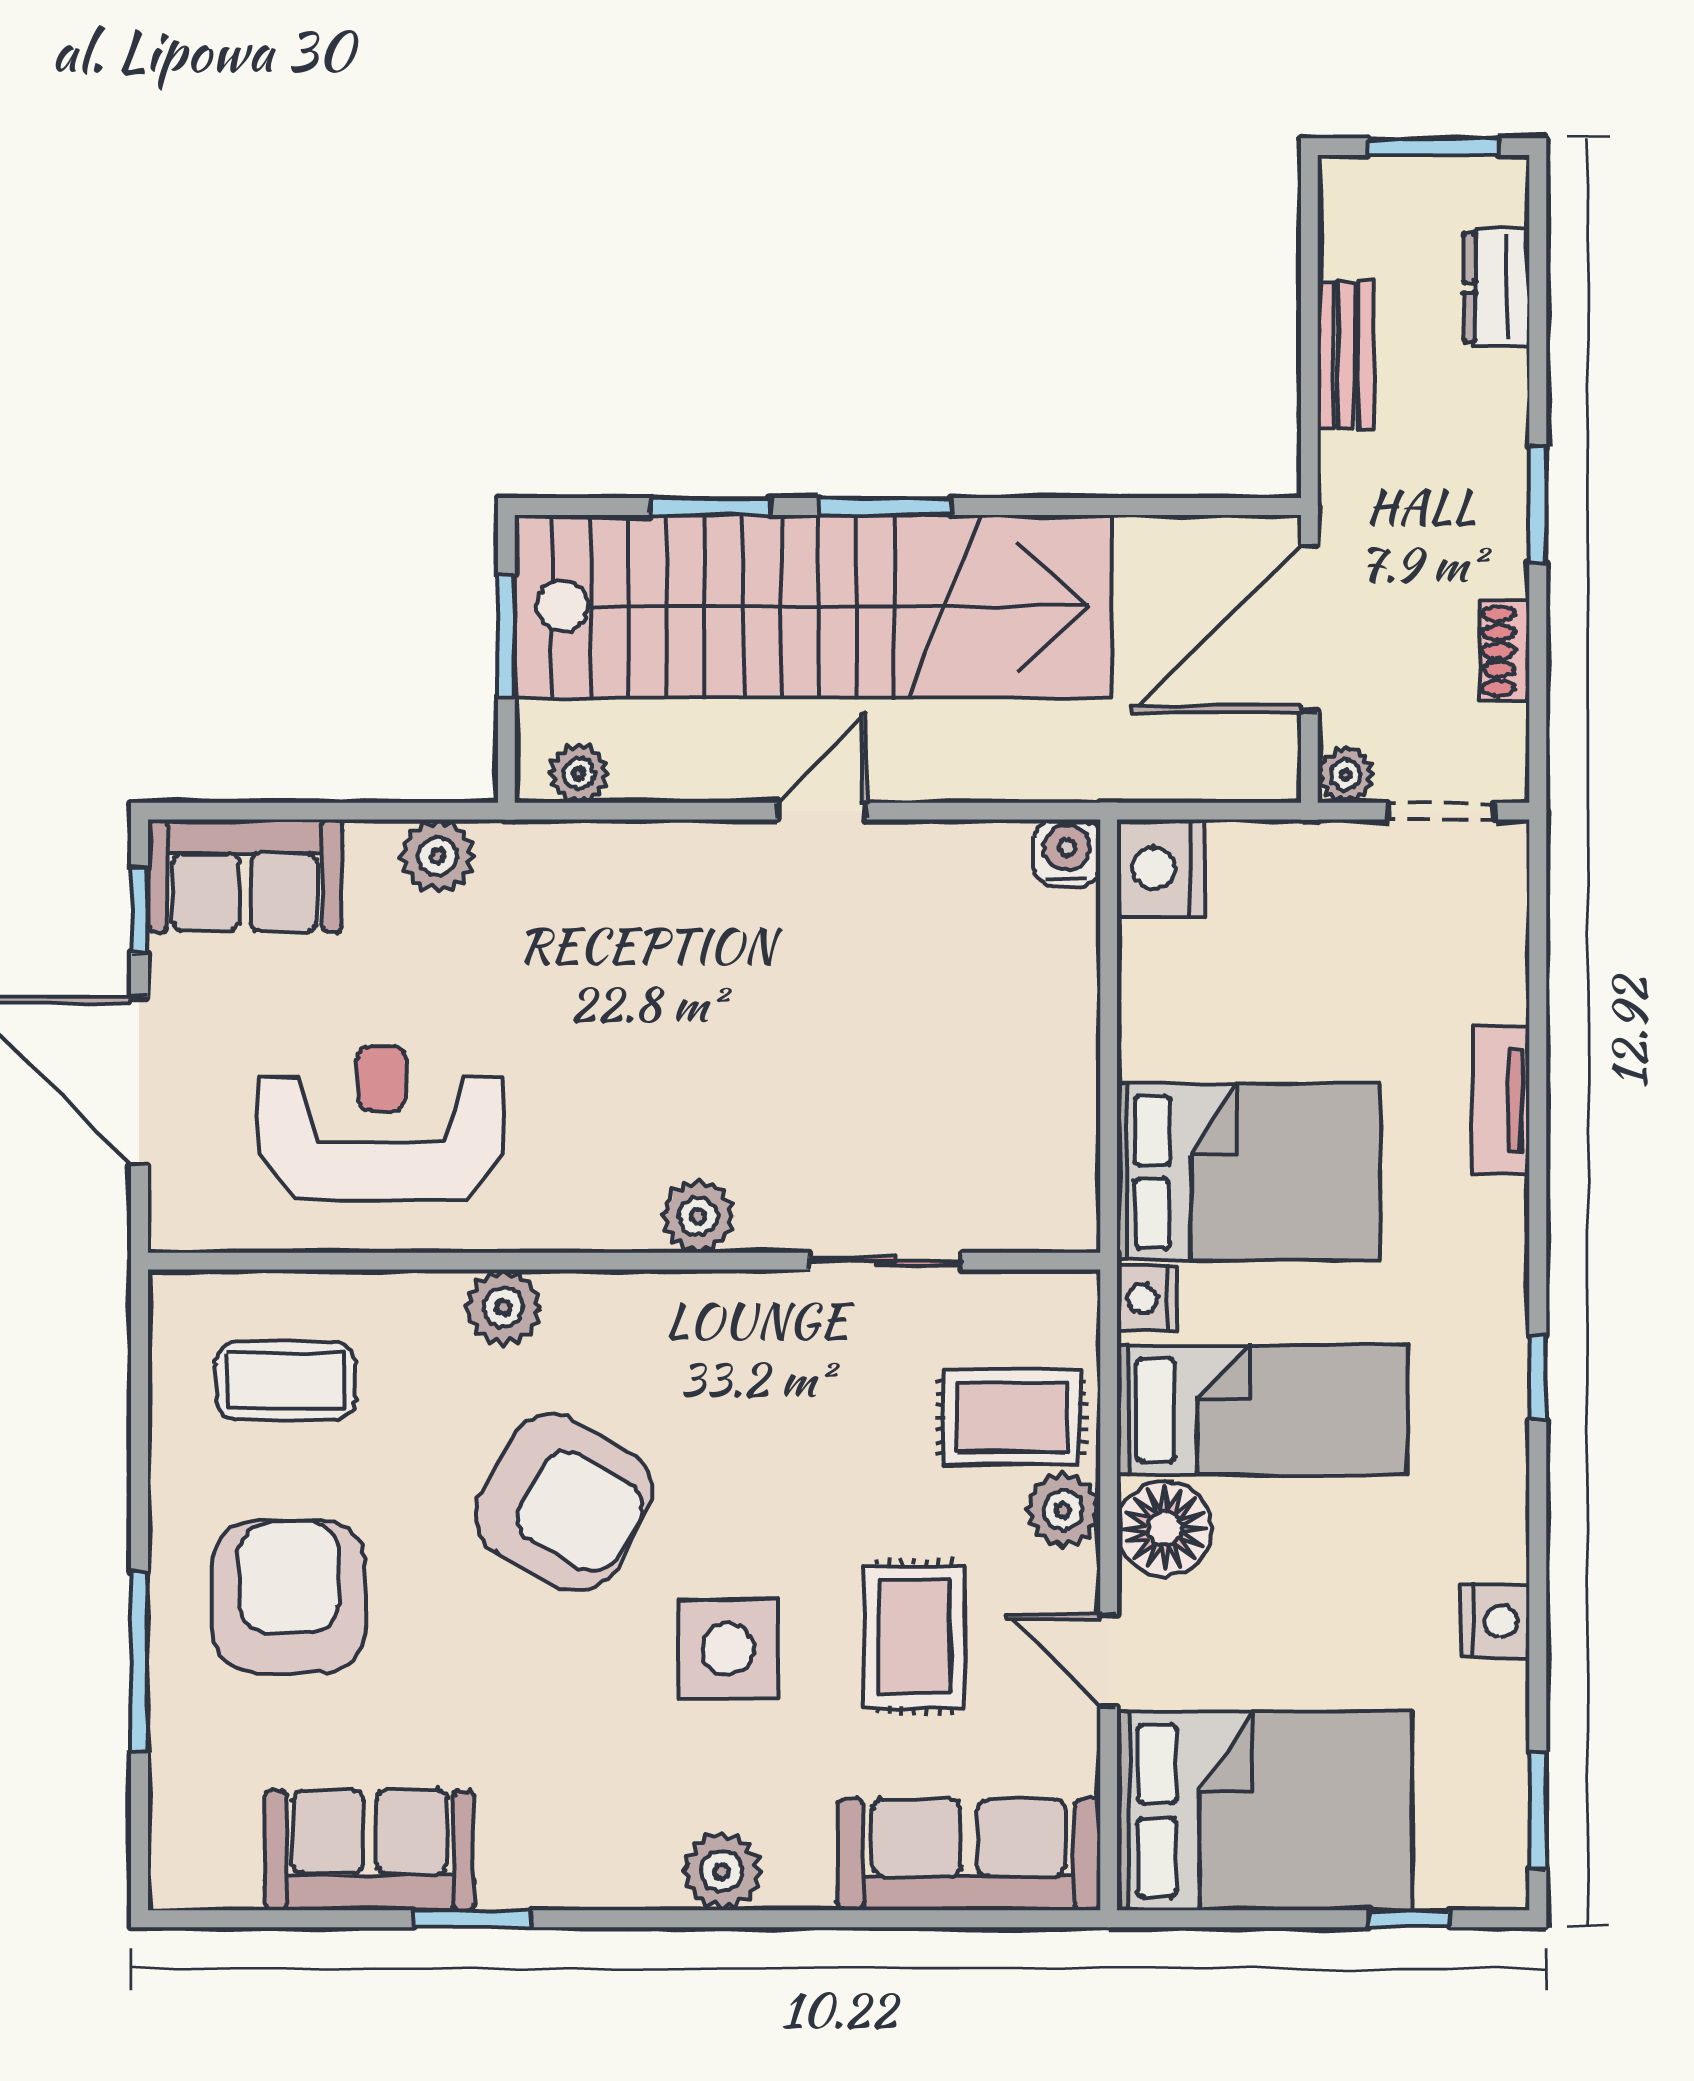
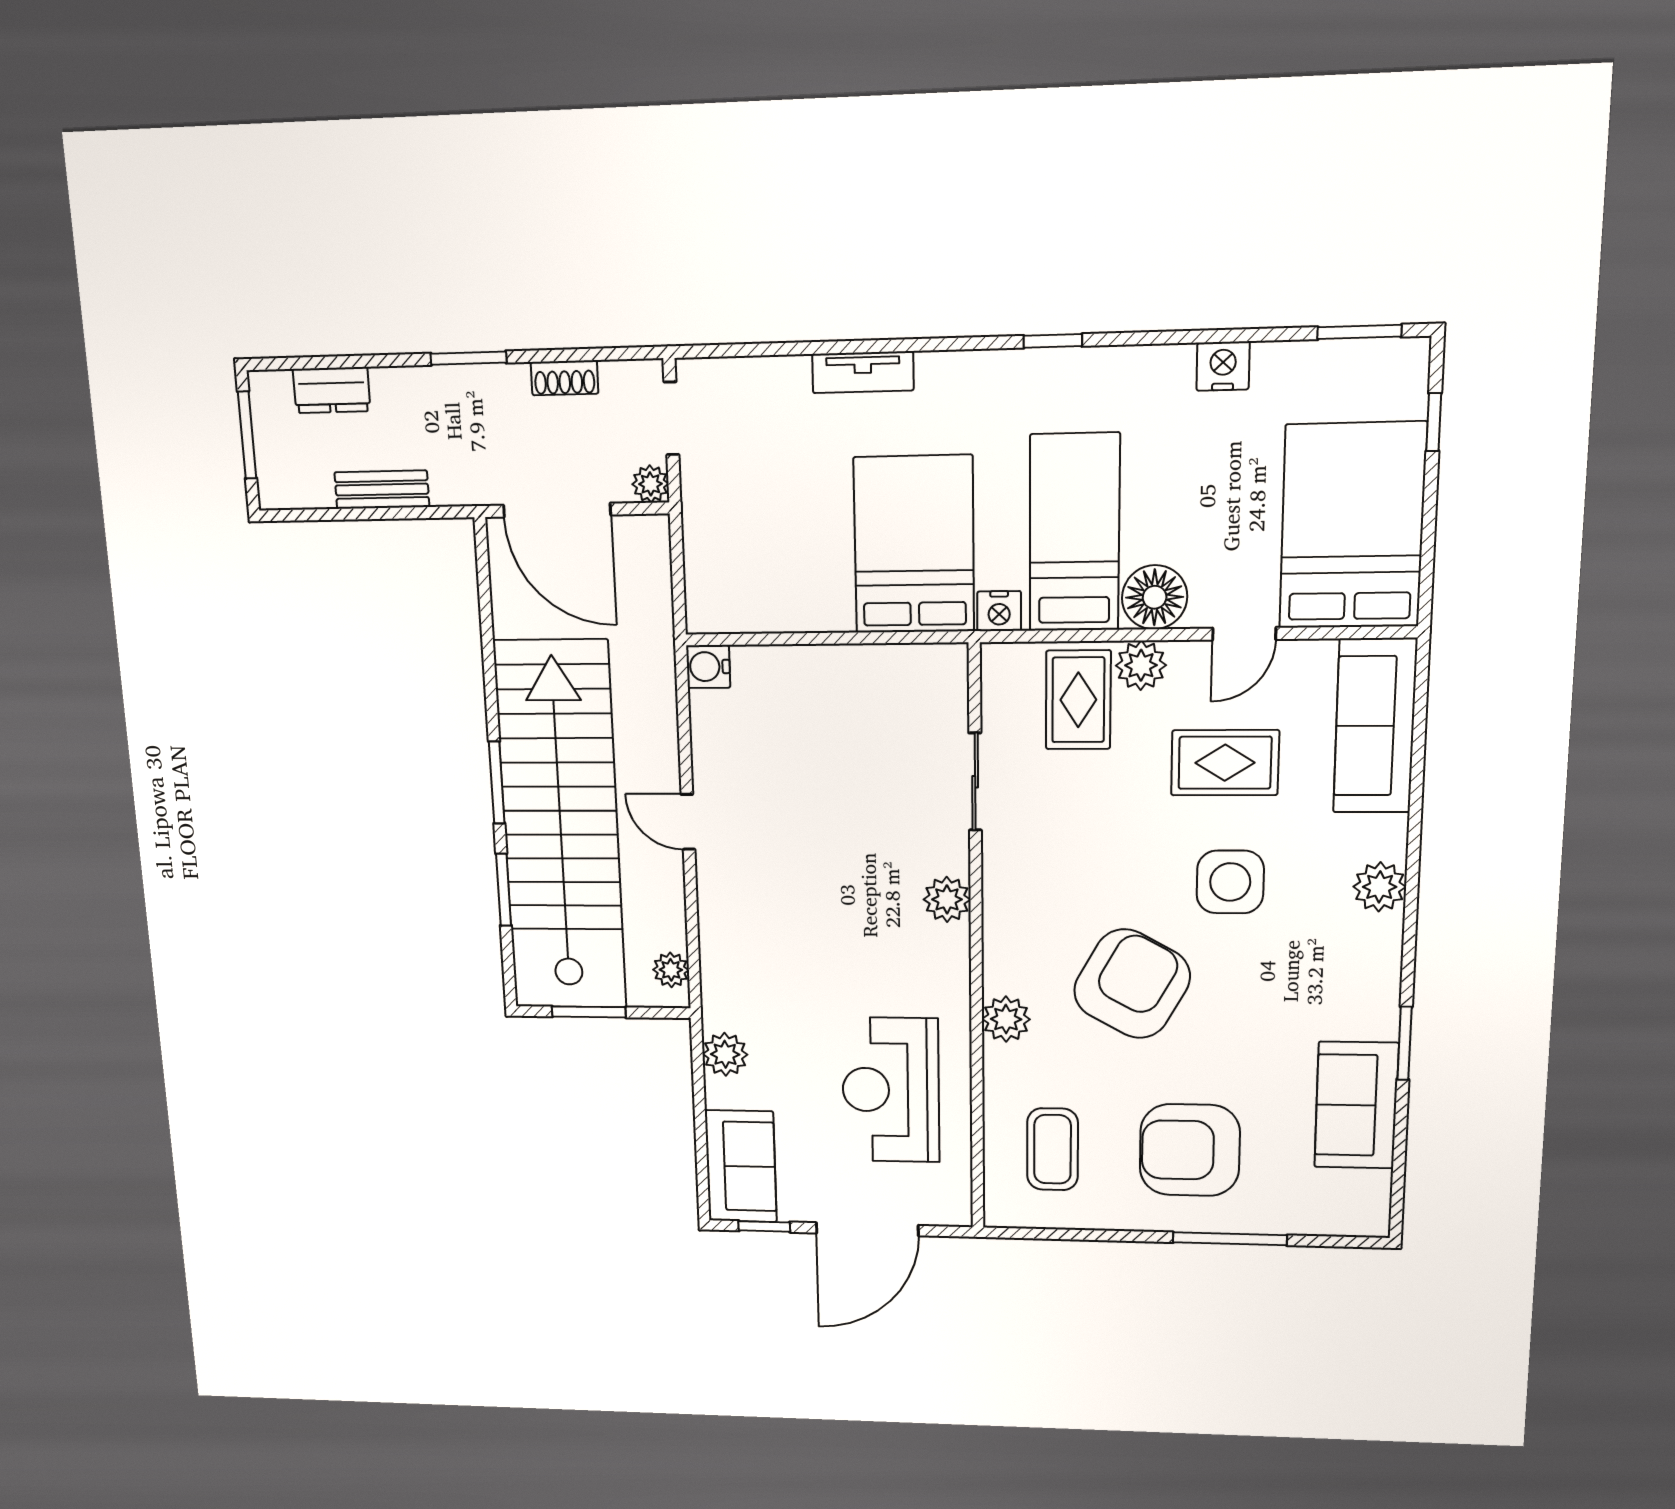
nightstand: (1161, 868) -> (716, 606), removed

